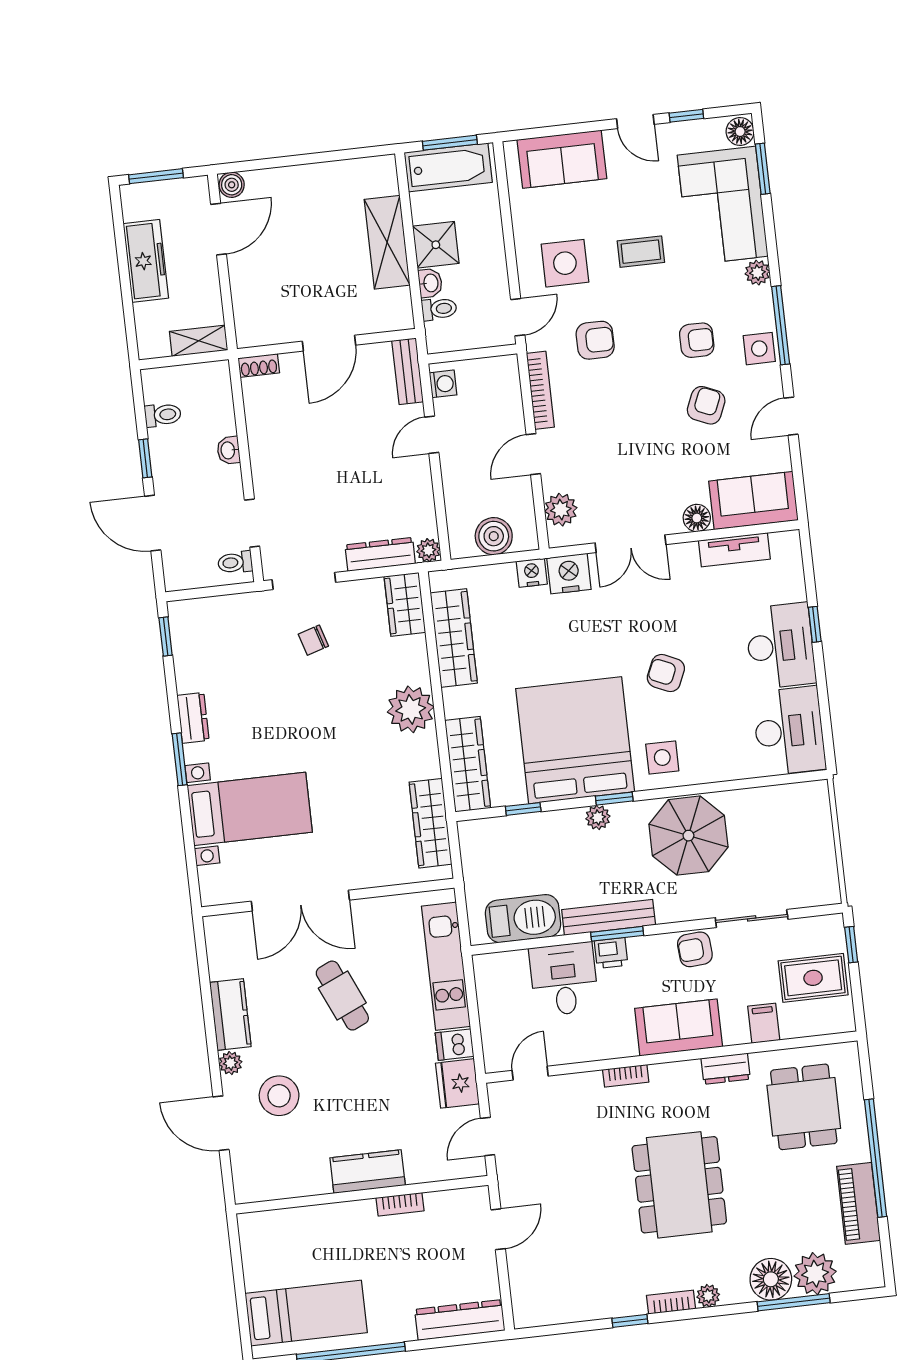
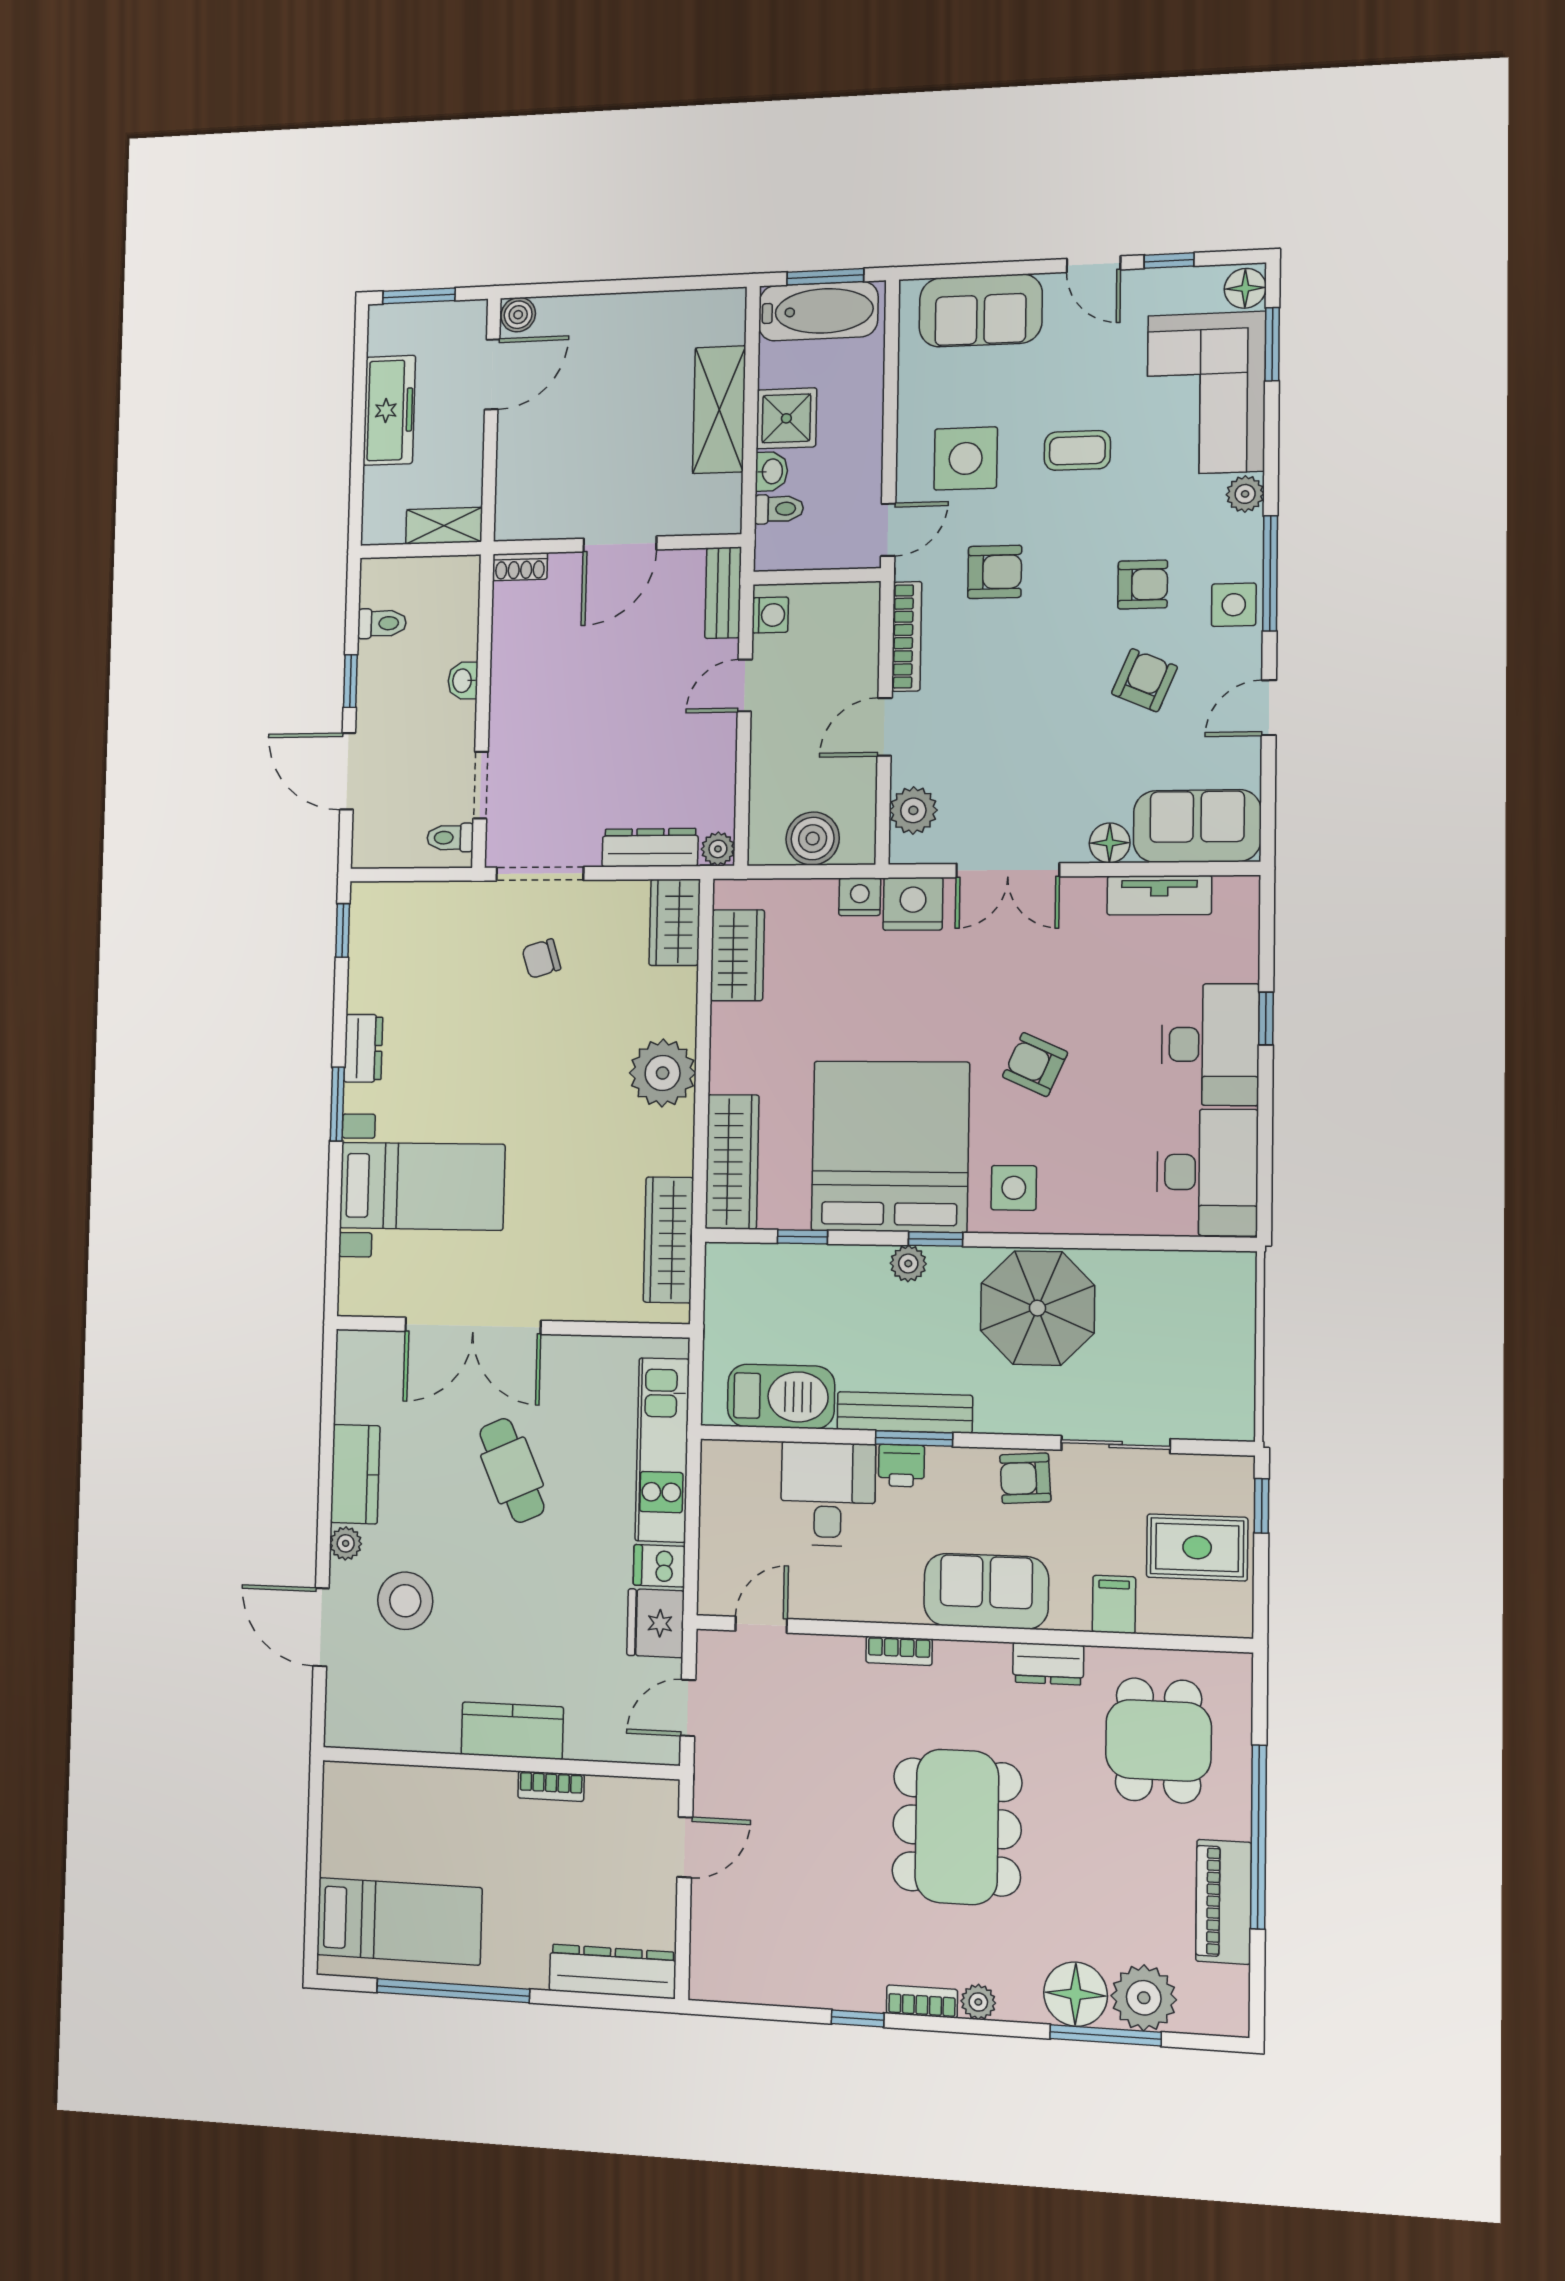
wardrobe: (454, 638) -> (737, 955), width x0.67

